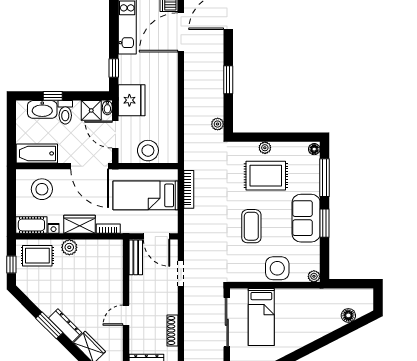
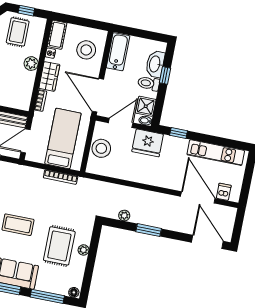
plant: (218, 124) -> (124, 216), moved
door: (90, 166) -> (98, 95), hinge flipped
rug: (37, 256) -> (18, 32), moved

